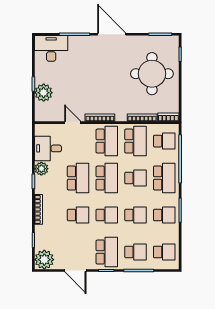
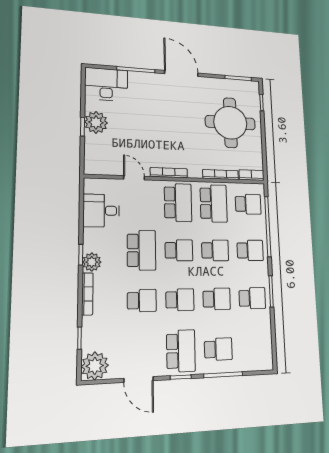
plant: (44, 93) -> (96, 122), moved
plant: (41, 169) -> (92, 262), moved
school desk: (107, 178) -> (179, 250), width x0.54
school desk: (164, 178) -> (250, 250), width x0.54
school desk: (164, 252) -> (254, 348), removed

